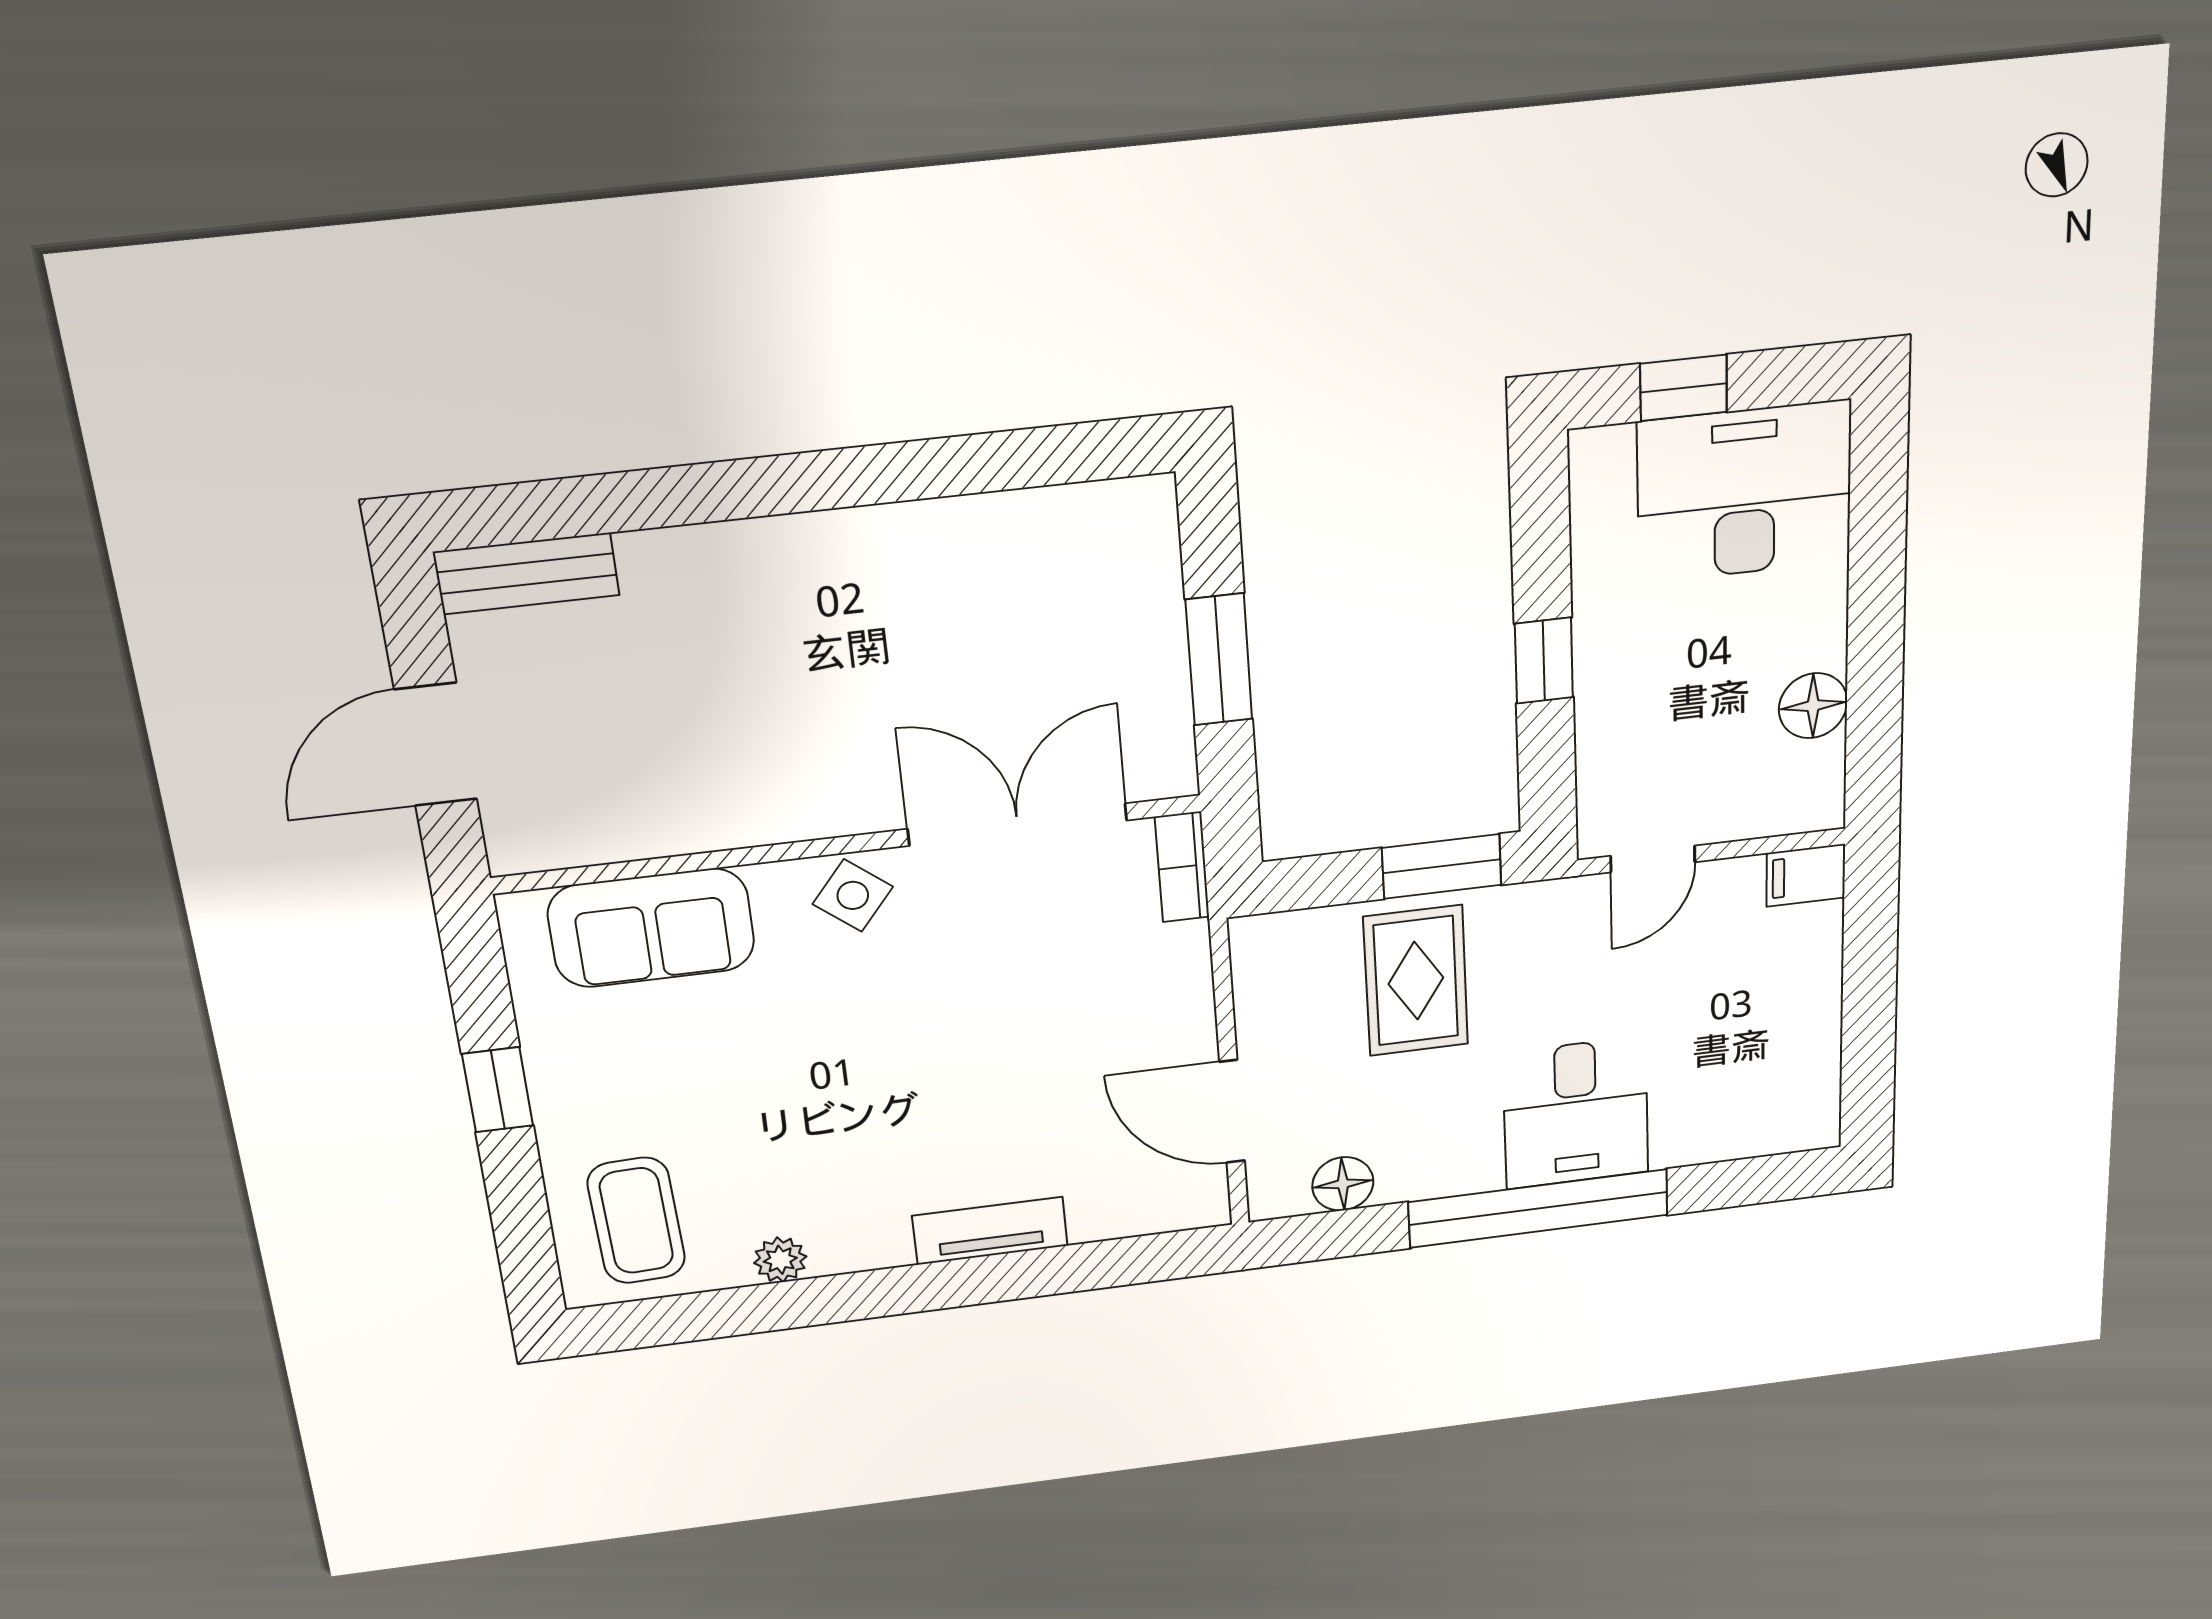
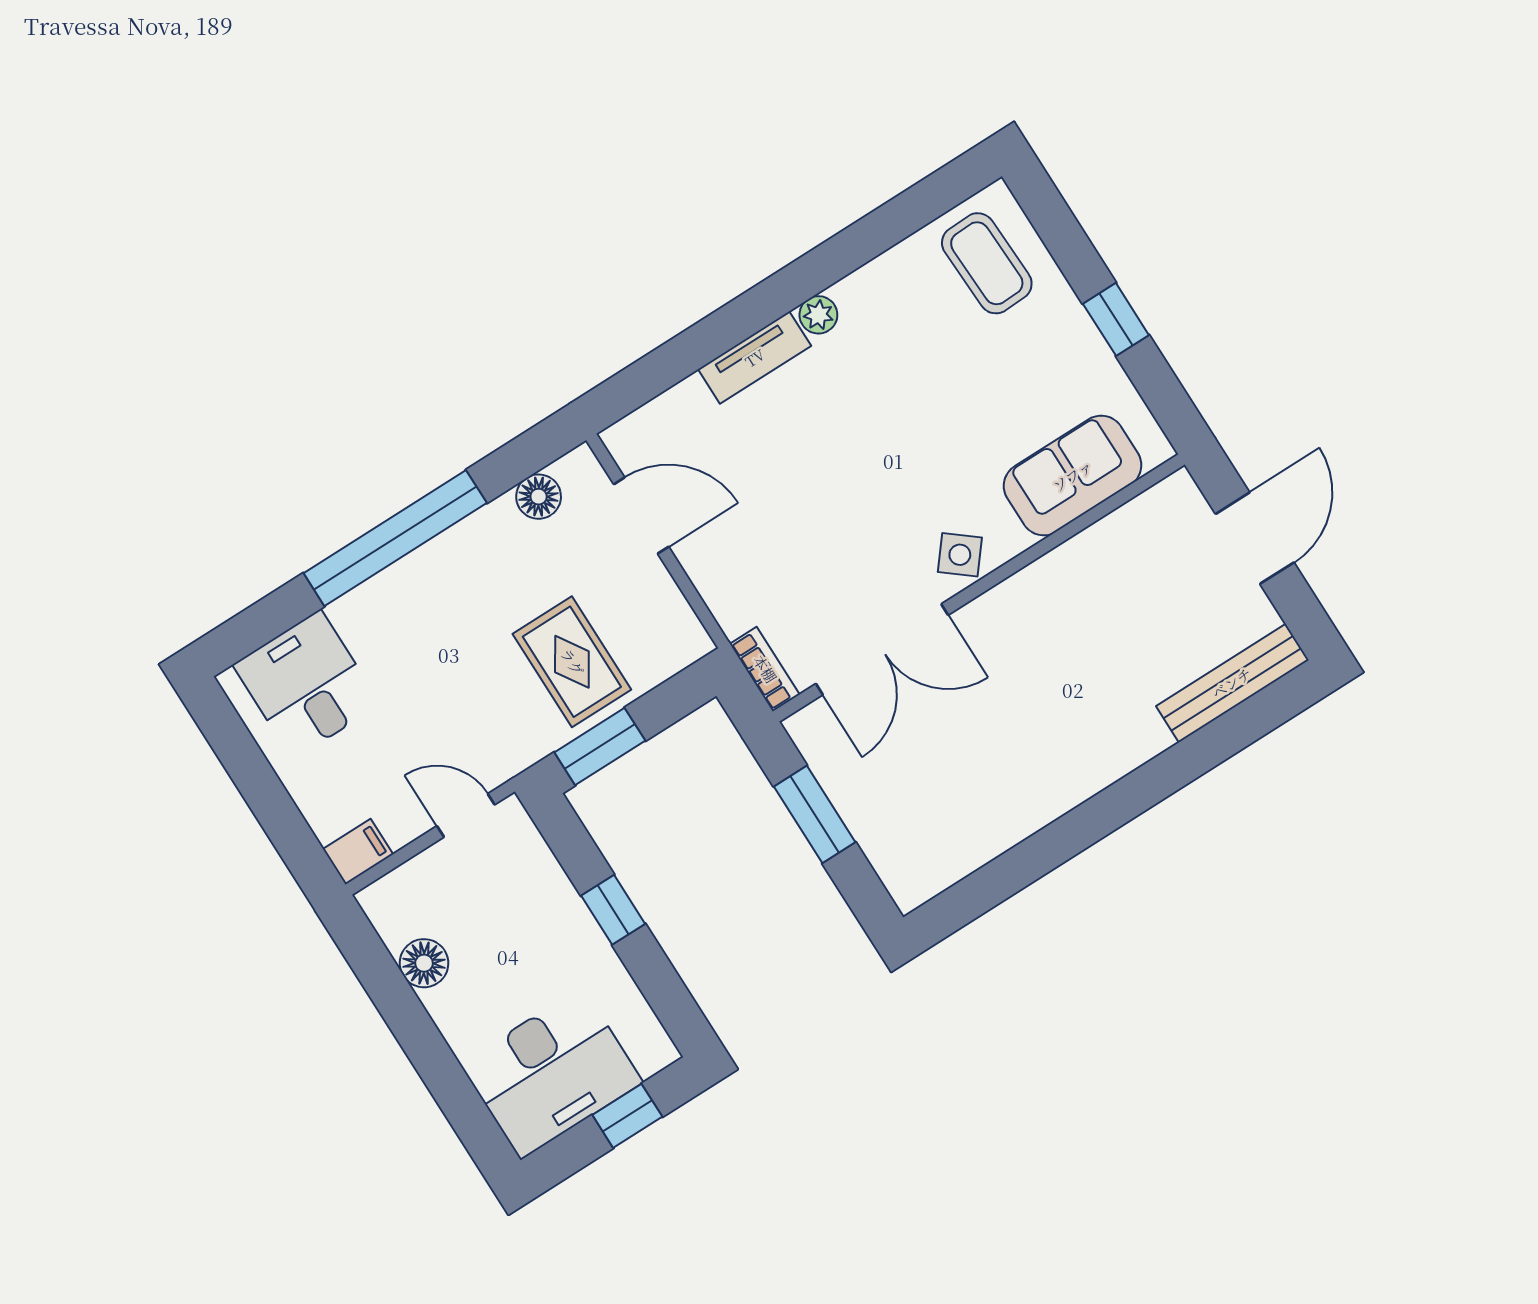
bench: (527, 574) -> (1232, 683), width x1.36
door: (1653, 859) -> (466, 815), hinge flipped
desk: (1576, 1113) -> (307, 684), moved
plant: (780, 1260) -> (818, 315), moved

